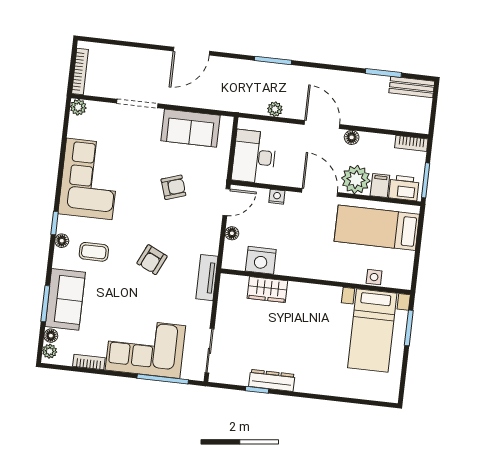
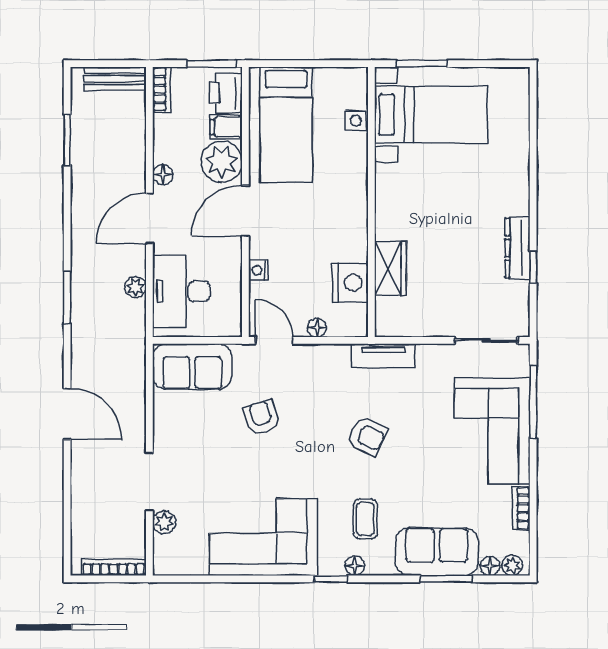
bench: (412, 87) -> (115, 79), moved, turned 90
plant: (78, 107) -> (164, 522), moved
sofa: (191, 128) -> (192, 367), moved, turned 90
desk: (254, 157) -> (181, 291), moved, turned 90

